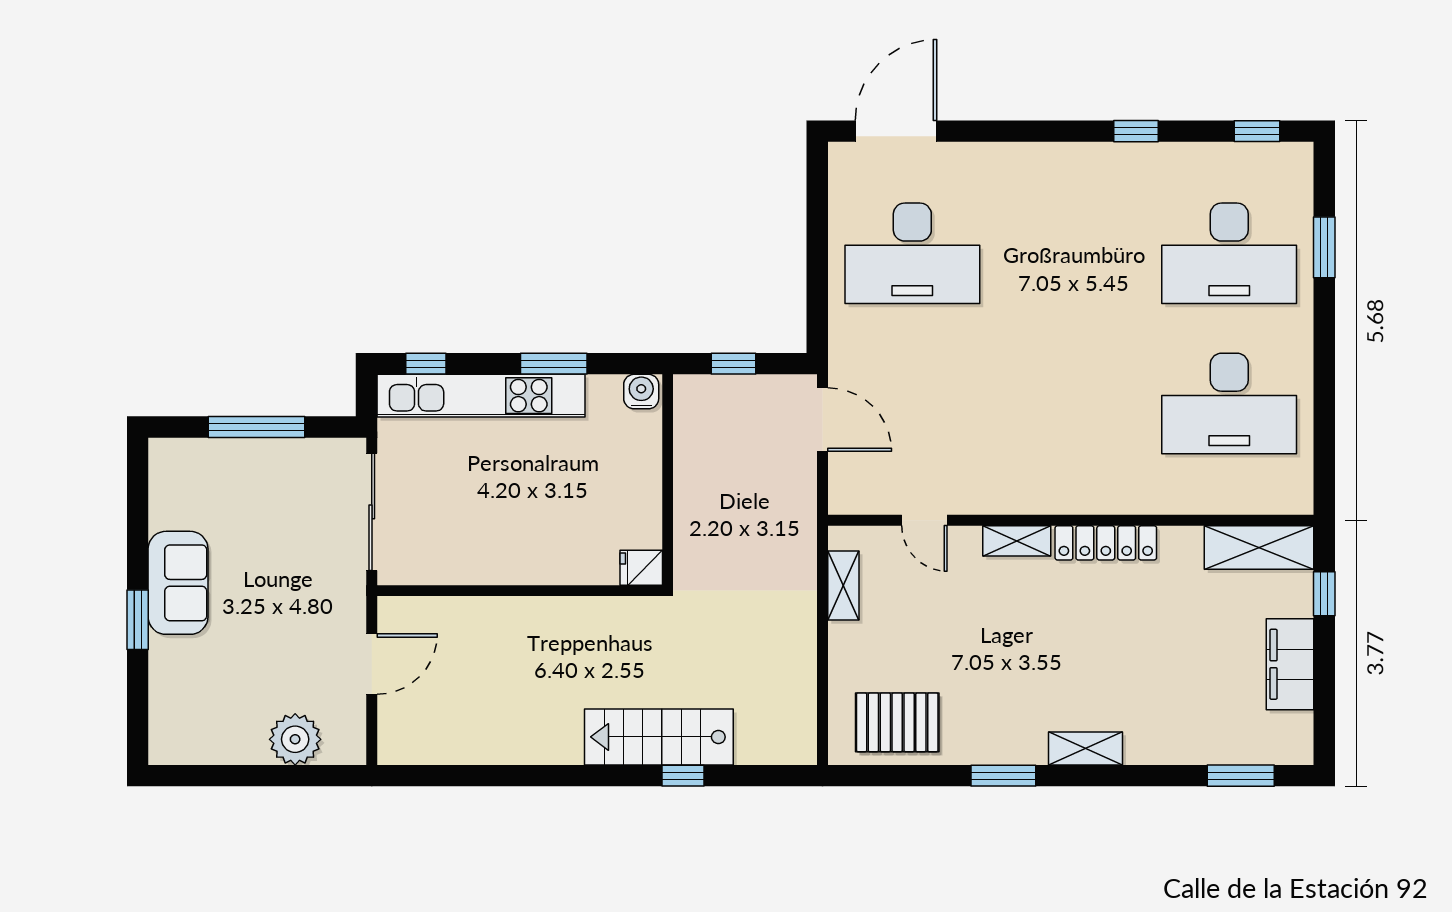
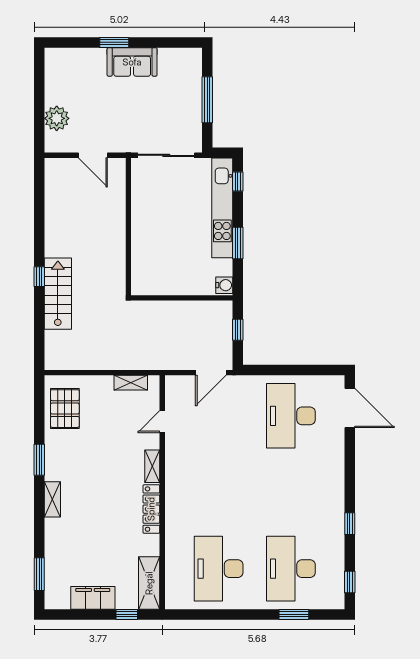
fridge: (641, 568) -> (139, 285), removed
window: (683, 776) -> (39, 277), moved

